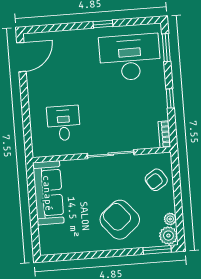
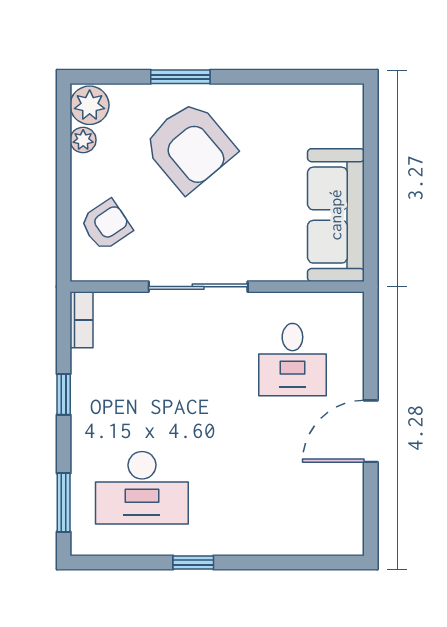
door: (21, 57) -> (371, 431), moved
desk: (130, 57) -> (142, 488), width x0.73, depth x0.77
window: (157, 250) -> (180, 77), moved

